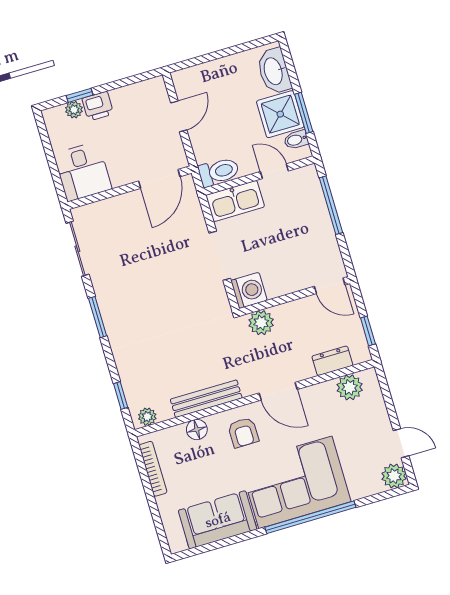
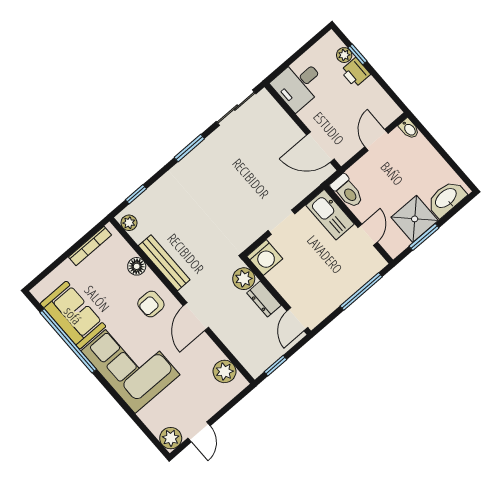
door: (179, 116) -> (376, 140), swing flipped
bidet: (296, 140) -> (409, 129), moved, turned 180
doorway: (220, 256) -> (282, 222), width x0.73
dresser: (332, 361) -> (264, 299), moved, turned 180
window: (310, 517) -> (68, 341), moved

